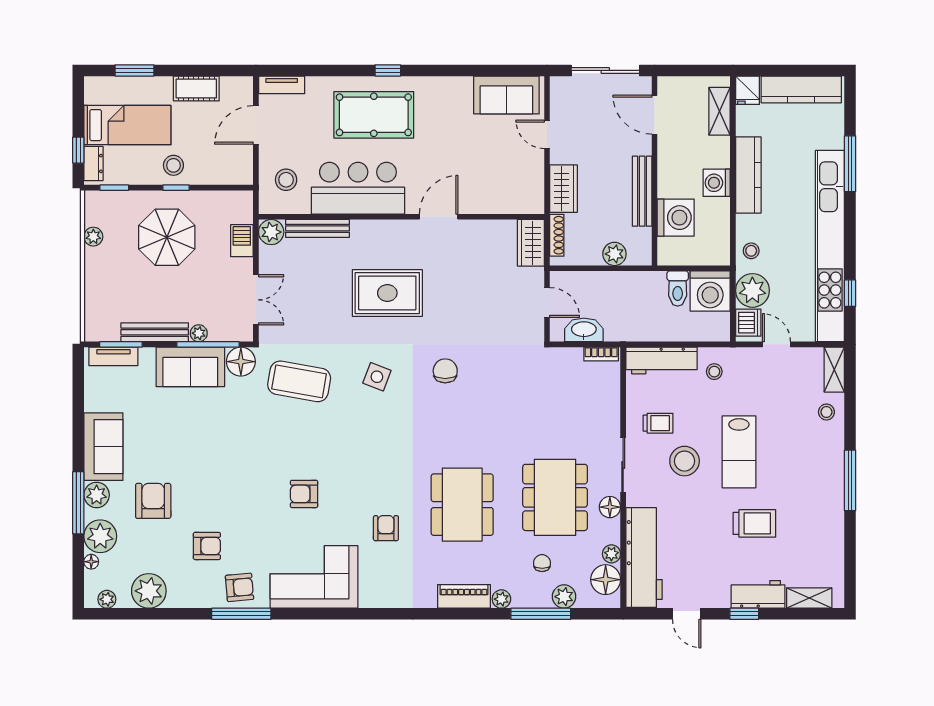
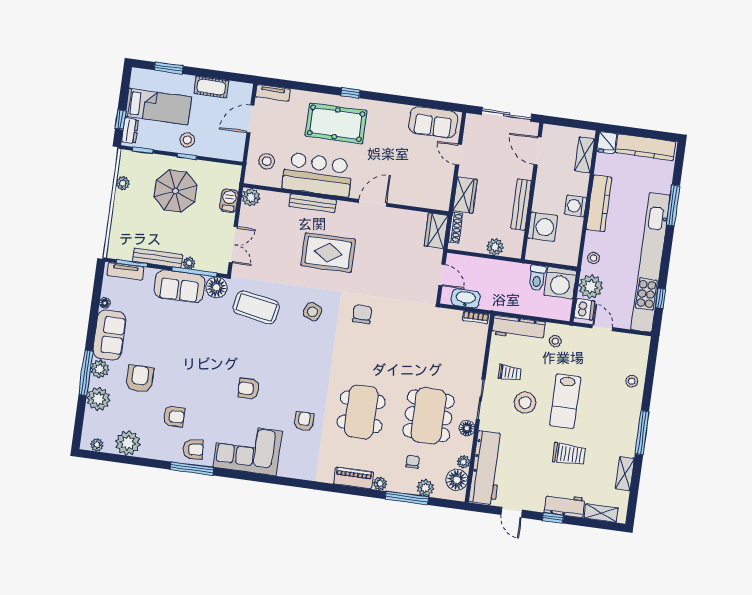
bench: (317, 228) -> (313, 203), moved
shelving: (834, 370) -> (625, 474), moved
floor lamp: (91, 562) -> (105, 303), moved

